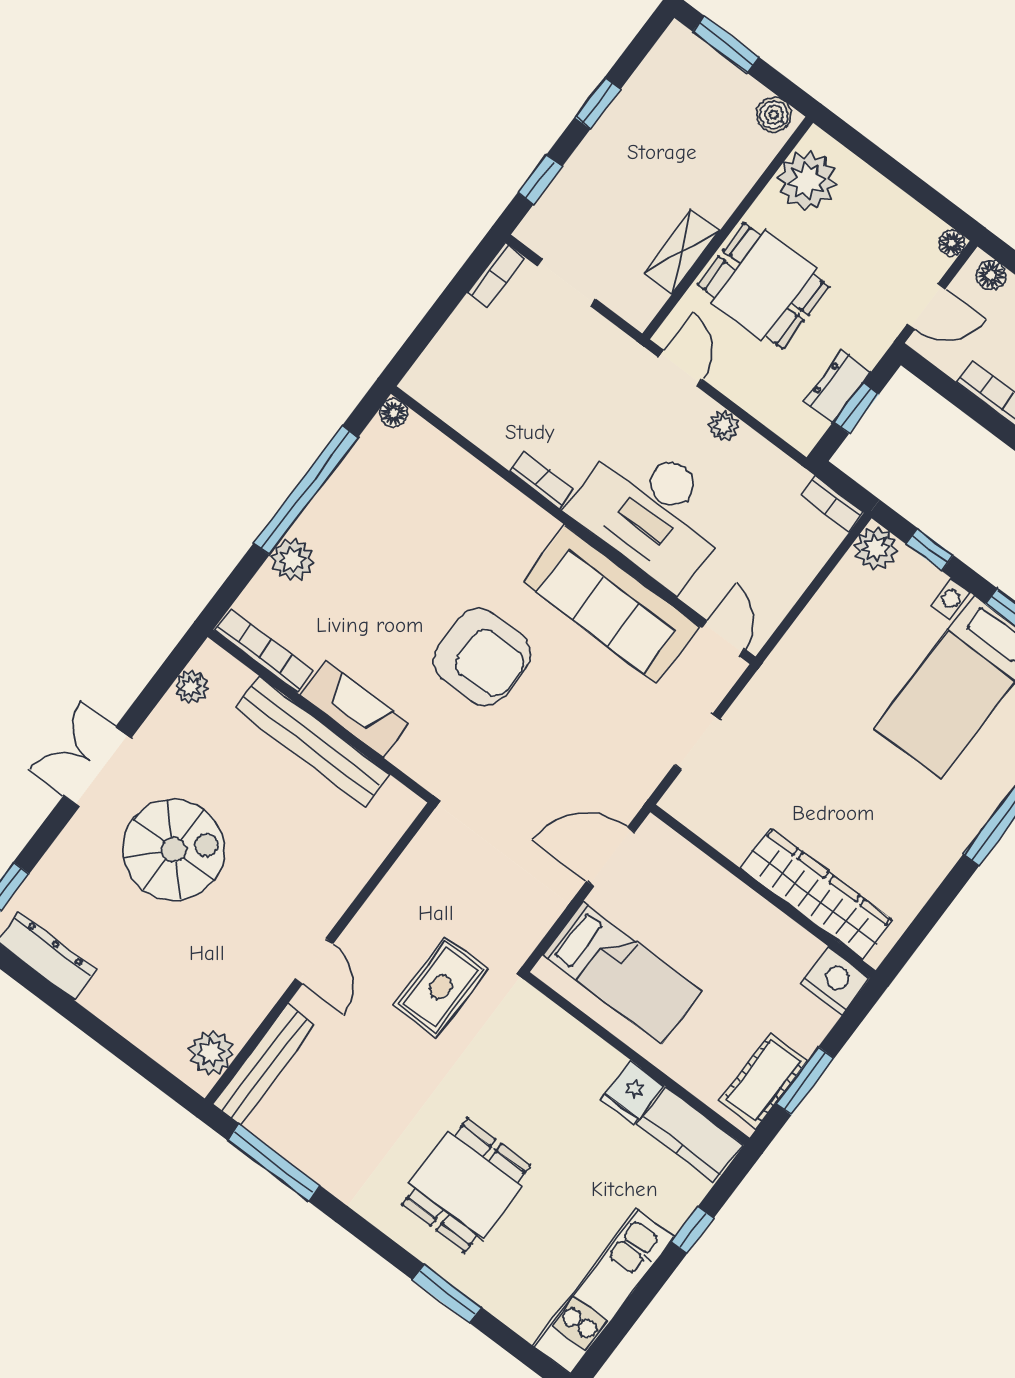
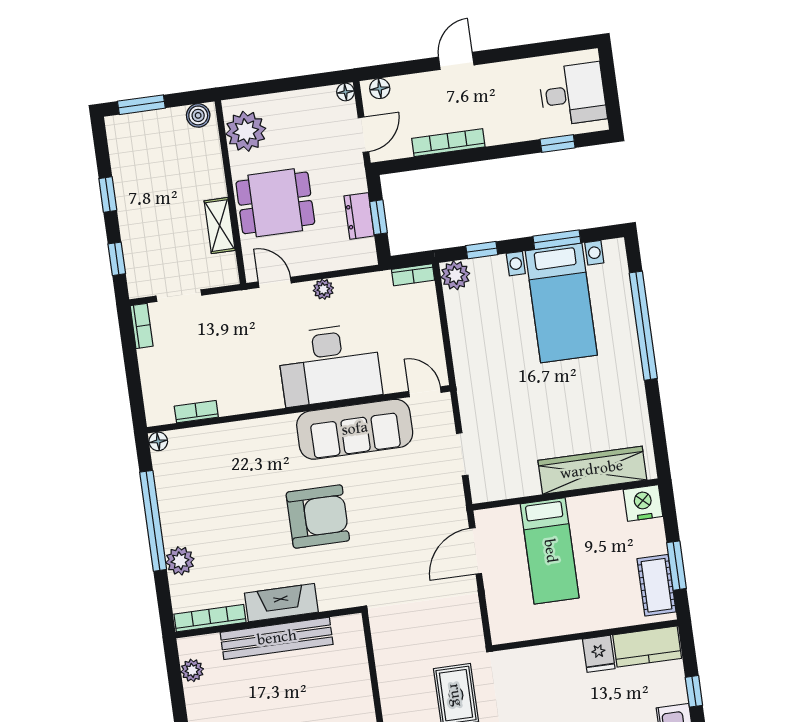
bookcase: (542, 480) -> (196, 412), moved
bed: (622, 973) -> (550, 551), moved, turned 90

